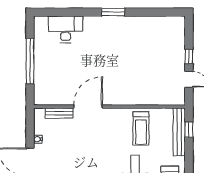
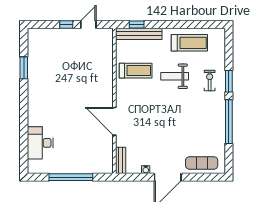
window: (113, 12) -> (24, 68), moved
bench: (59, 113) -> (121, 160), moved

